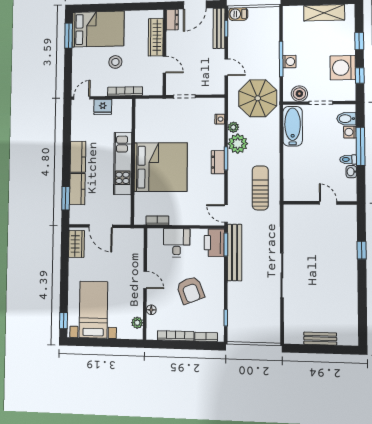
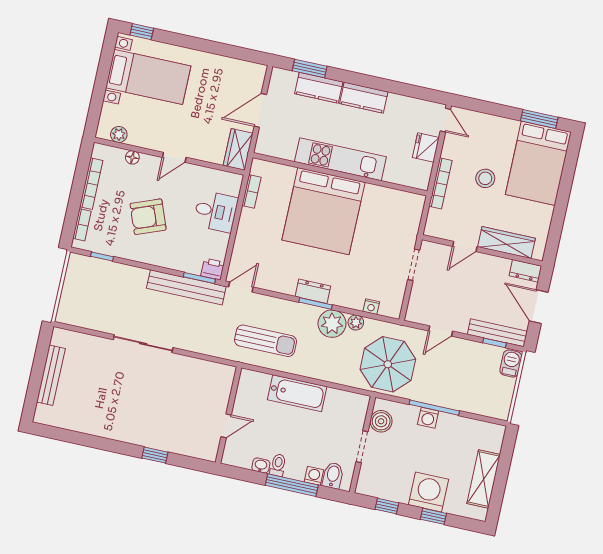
washing machine: (343, 68) -> (429, 492), moved
bathtub: (293, 126) -> (297, 393), moved
printer: (214, 243) -> (213, 269), width x0.53, depth x0.68
wardrobe: (76, 244) -> (238, 149), moved, turned 90
bench: (320, 339) -> (51, 375), width x1.36

